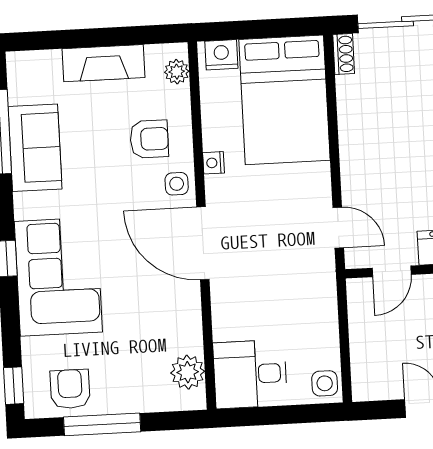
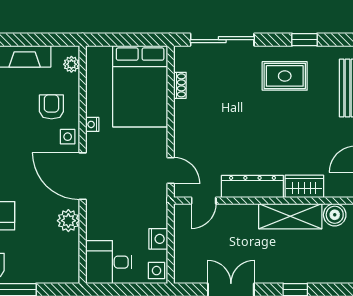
shoe rack: (344, 54) -> (180, 85), moved
nightstand: (221, 55) -> (158, 239), moved, turned 90
armchair: (149, 139) -> (51, 107), turned -90
plant: (188, 372) -> (68, 221), moved

